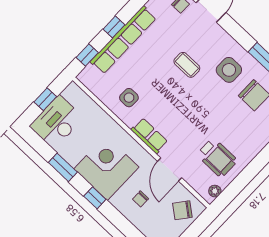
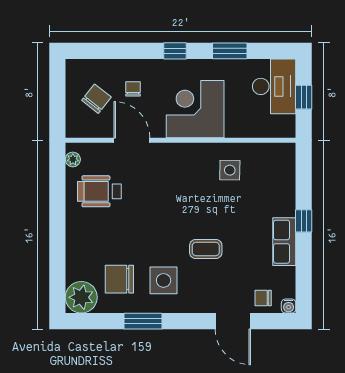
row of seats: (123, 40) -> (284, 242), width x0.50
window: (87, 55) -> (304, 173), removed
row of seats: (149, 136) -> (179, 153), removed
corner desk: (106, 168) -> (195, 109), moved, turned 180
chair: (182, 210) -> (96, 99), moved

